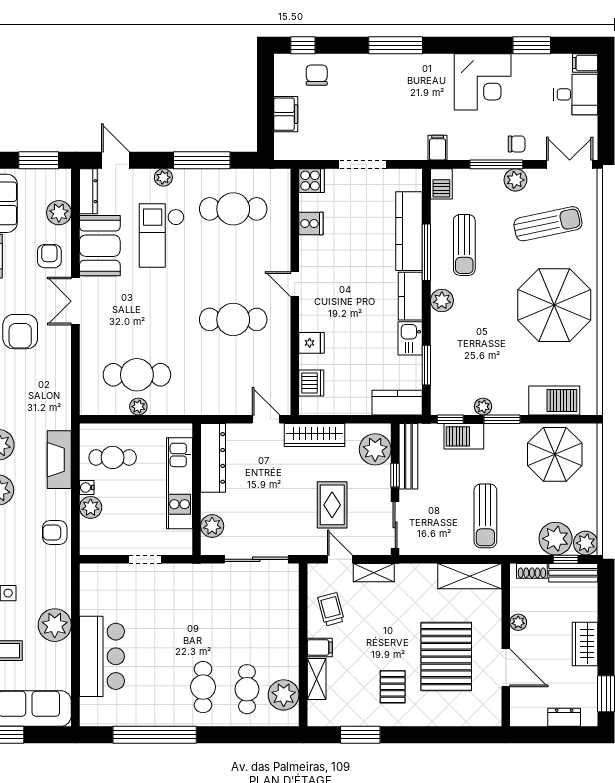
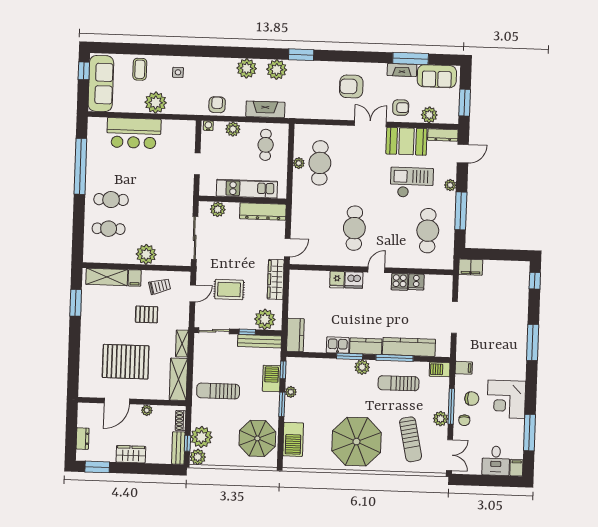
window: (532, 45) -> (529, 433), width x1.44
chair: (317, 75) -> (472, 399), moved
filing cabinet: (286, 114) -> (471, 267), moved
cooker: (312, 181) -> (400, 282), moved
window: (426, 365) -> (350, 356), moved
dishwasher: (311, 383) -> (354, 280), moved
water cooler: (87, 488) -> (208, 126), moved
shelving: (374, 573) -> (182, 344), moved
shelving: (317, 679) -> (107, 277), width x1.50, depth x1.33
pallet: (393, 687) -> (147, 314), moved
plant: (284, 695) -> (146, 254), moved

